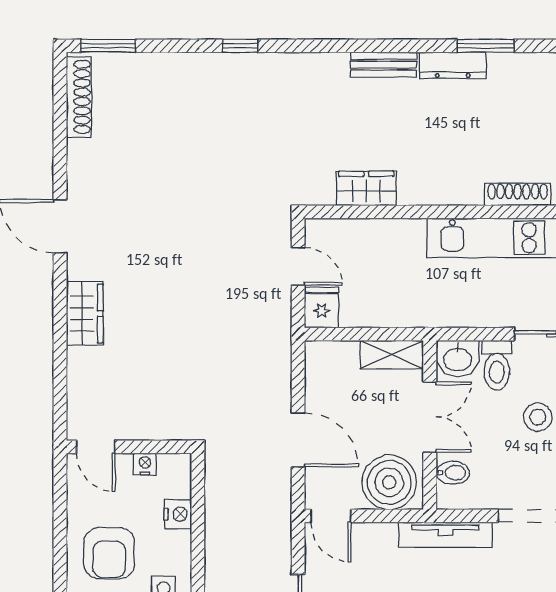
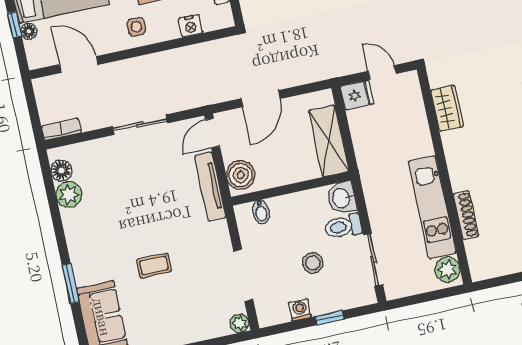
door: (298, 266) -> (382, 72), swing flipped
shelving: (392, 355) -> (329, 141), width x1.50, depth x1.33
double door: (430, 417) -> (297, 187), removed
boiler: (389, 482) -> (241, 175), width x0.73, depth x0.73
tv unit: (445, 535) -> (210, 187), moved

